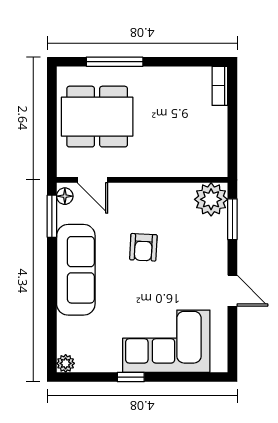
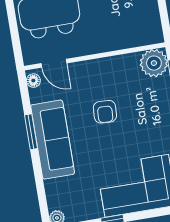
window: (52, 216) -> (31, 132), moved

